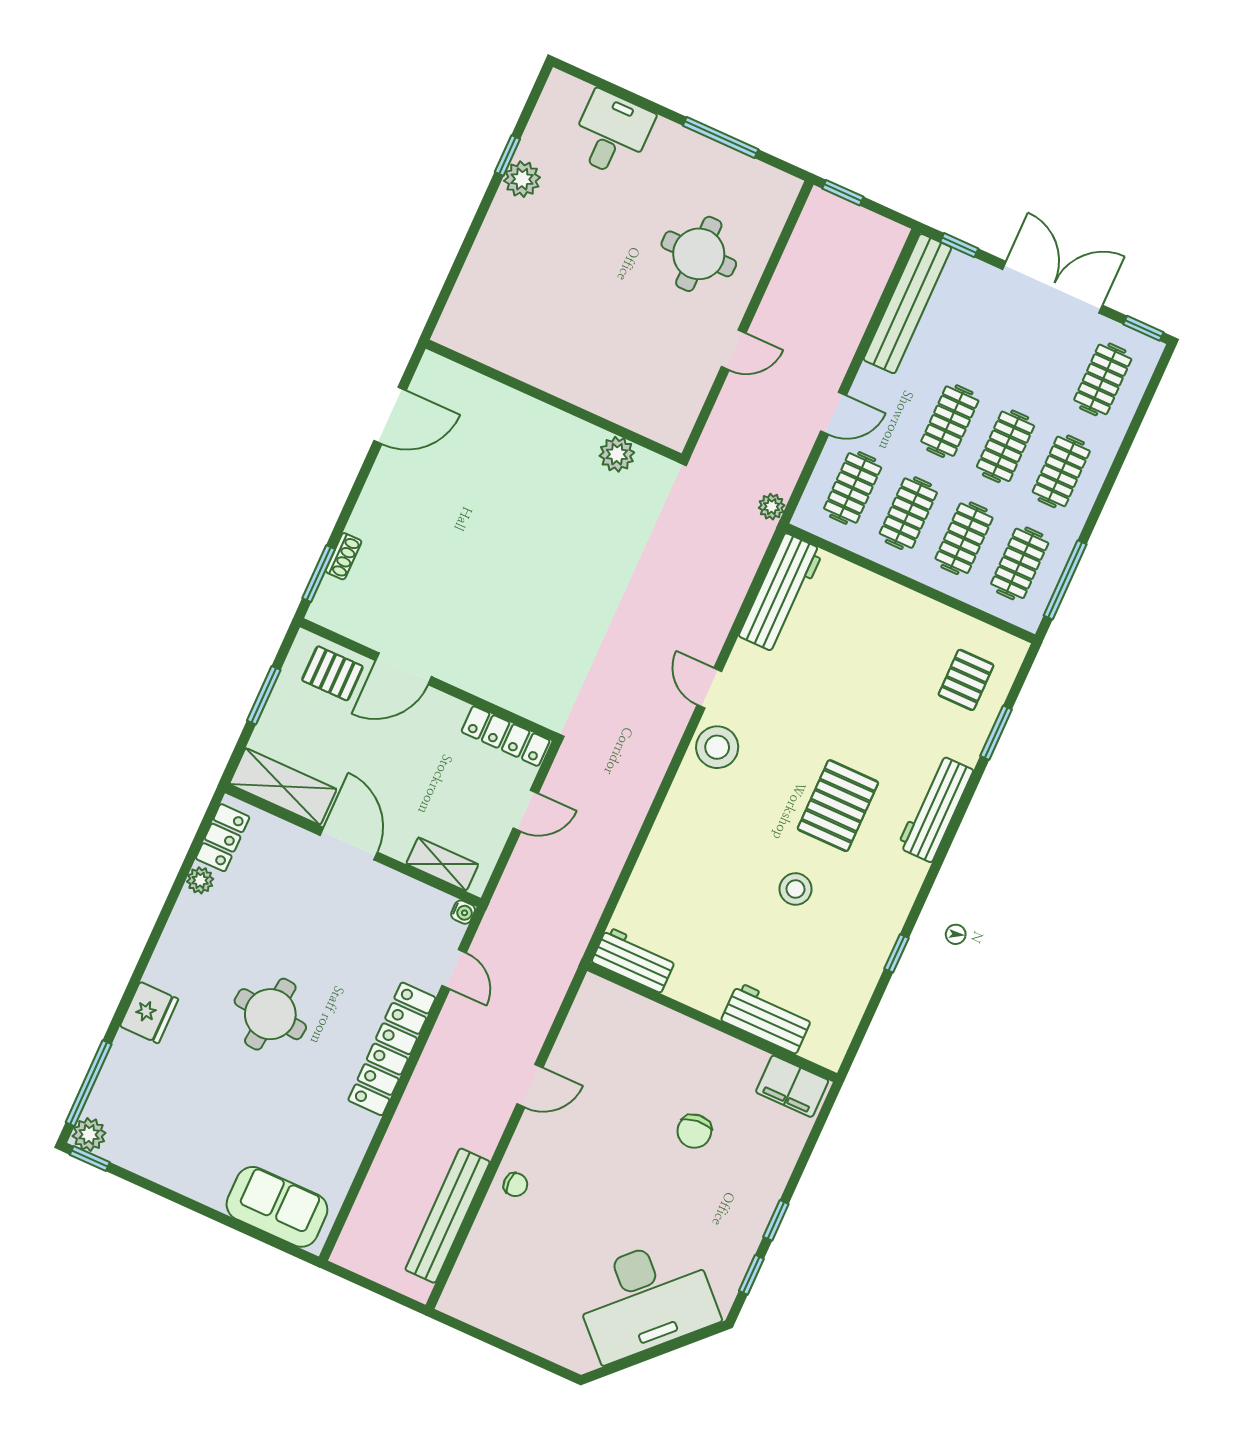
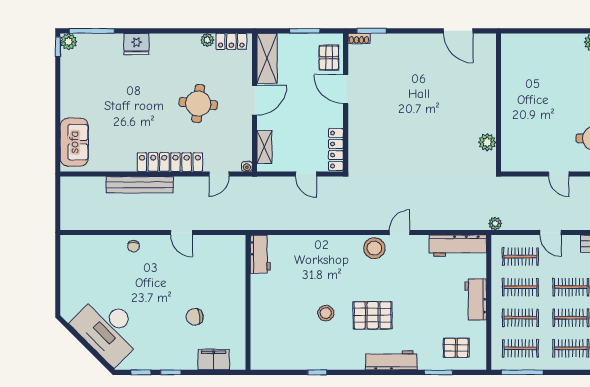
shoe rack: (343, 556) -> (359, 39), moved
round table: (270, 1014) -> (198, 104), moved
workbench: (767, 1018) -> (476, 299), moved, turned 180
filing cabinet: (792, 1086) -> (214, 360), moved, turned 90
bench: (448, 1216) -> (140, 185), moved

